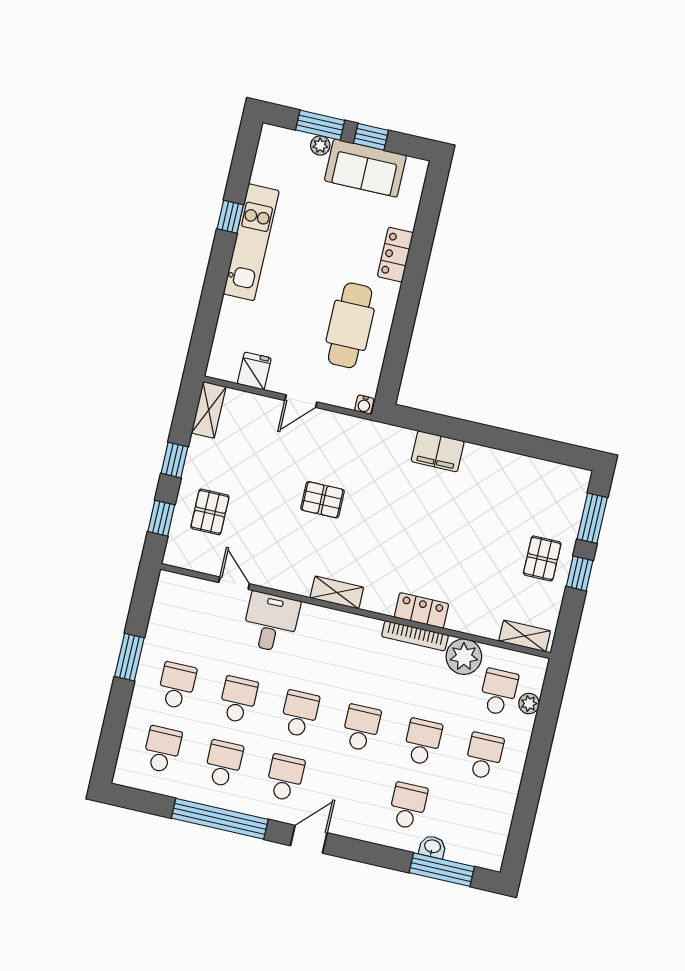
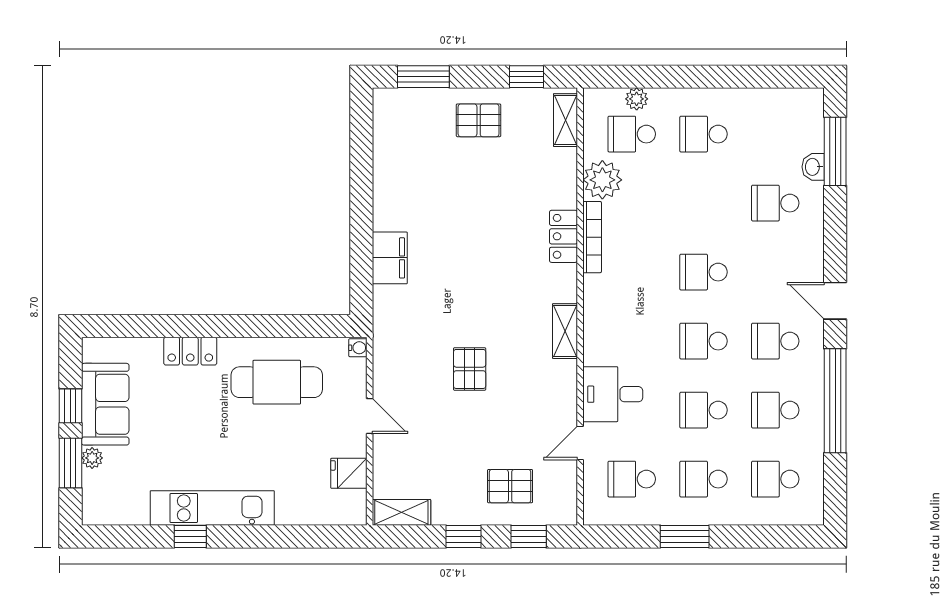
window: (580, 573) -> (526, 77), moved
school desk: (423, 742) -> (632, 479), moved

